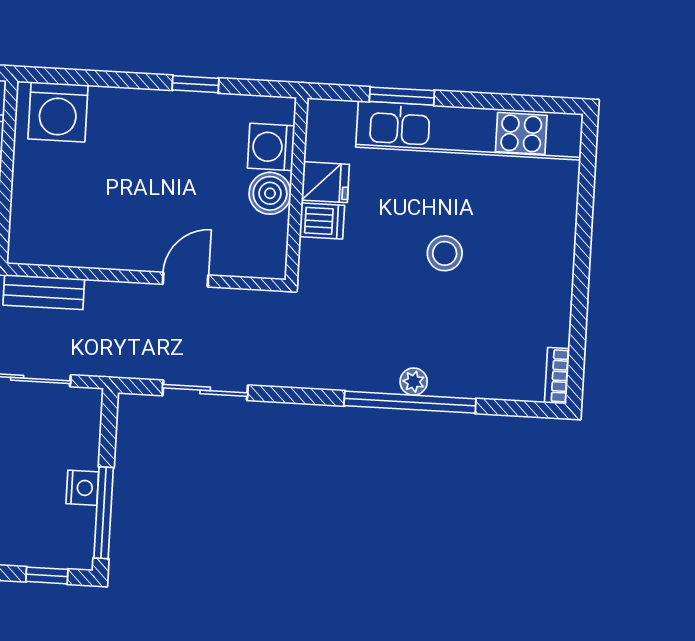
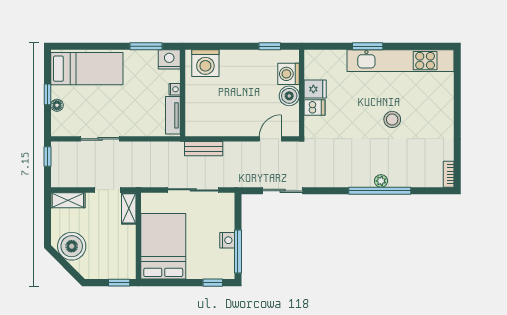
washing machine: (271, 147) -> (288, 74), moved
fridge: (325, 182) -> (315, 89), moved
wall: (297, 189) -> (302, 93), moved
boiler: (270, 193) -> (289, 96), moved
dishwasher: (322, 221) -> (315, 108), moved

